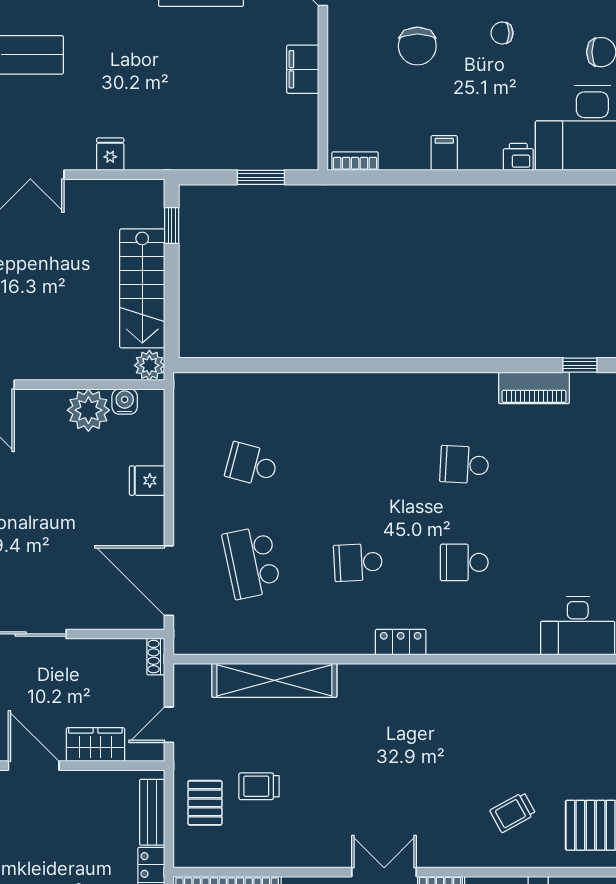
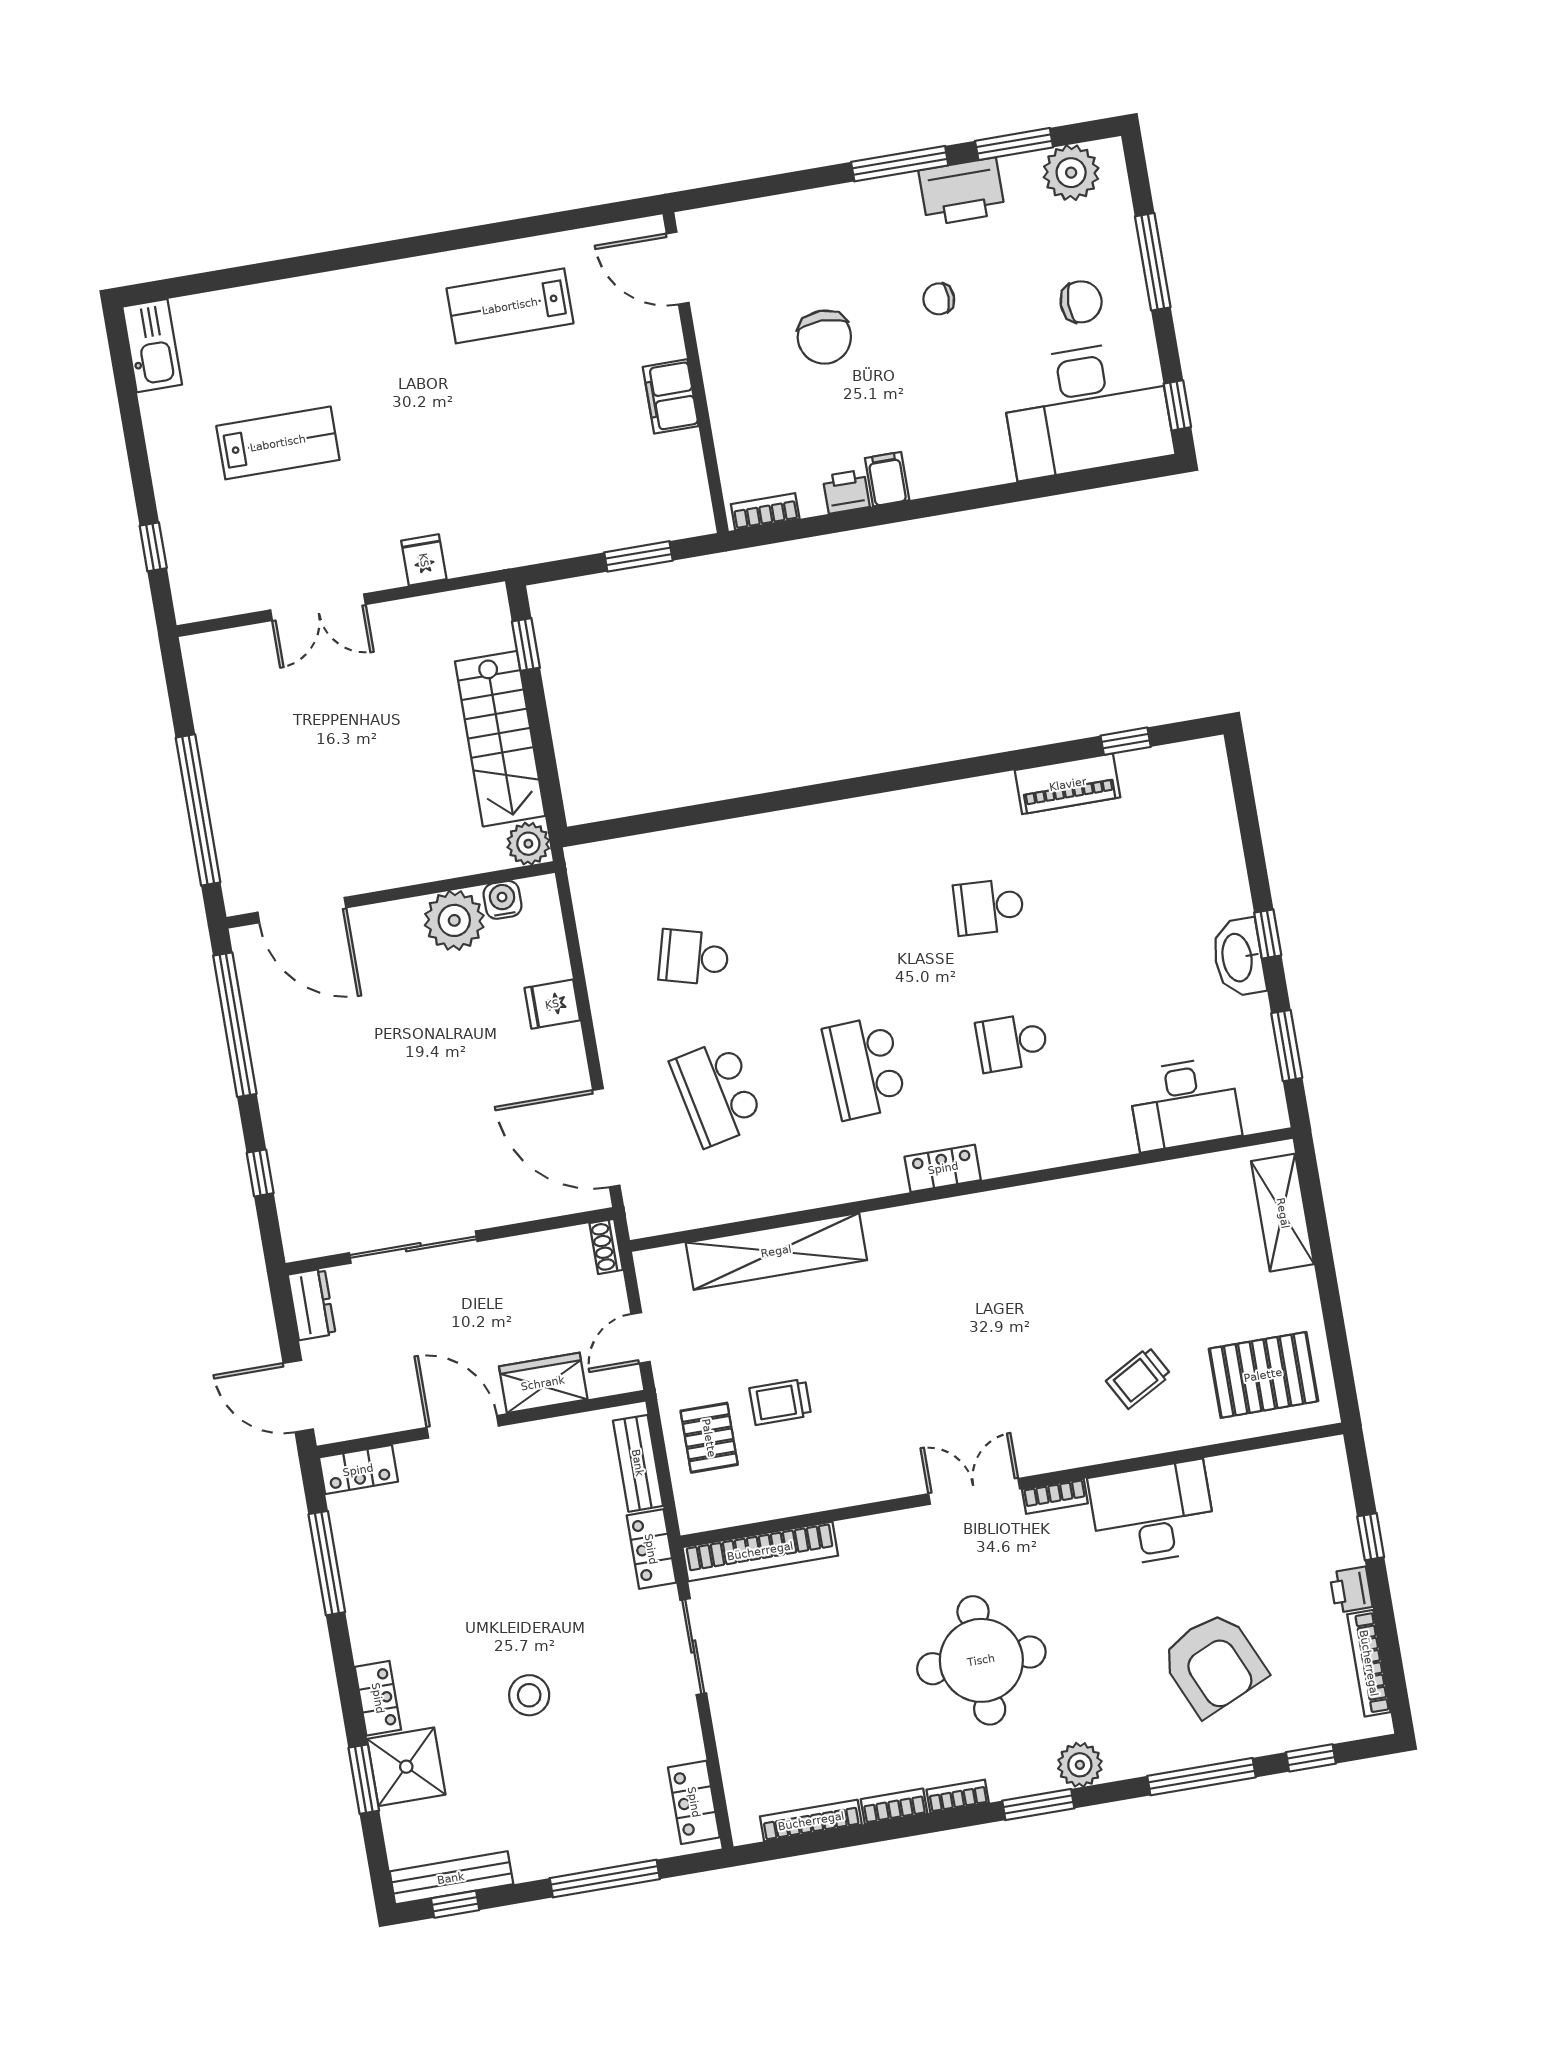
printer: (518, 157) -> (846, 492), moved
school desk: (358, 562) -> (865, 1068), width x1.85

